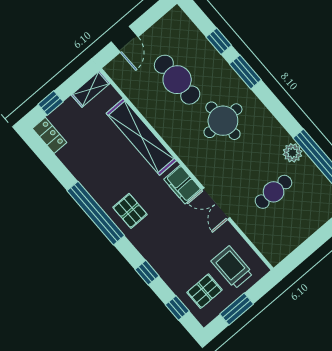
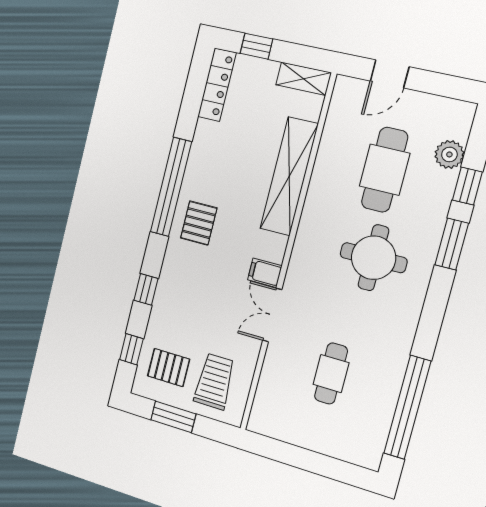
locker: (50, 135) -> (217, 85), width x1.53
plant: (293, 153) -> (449, 154), moved
filing cabinet: (183, 185) -> (265, 273), width x0.50
cafe table: (274, 192) -> (331, 373), turned 90

